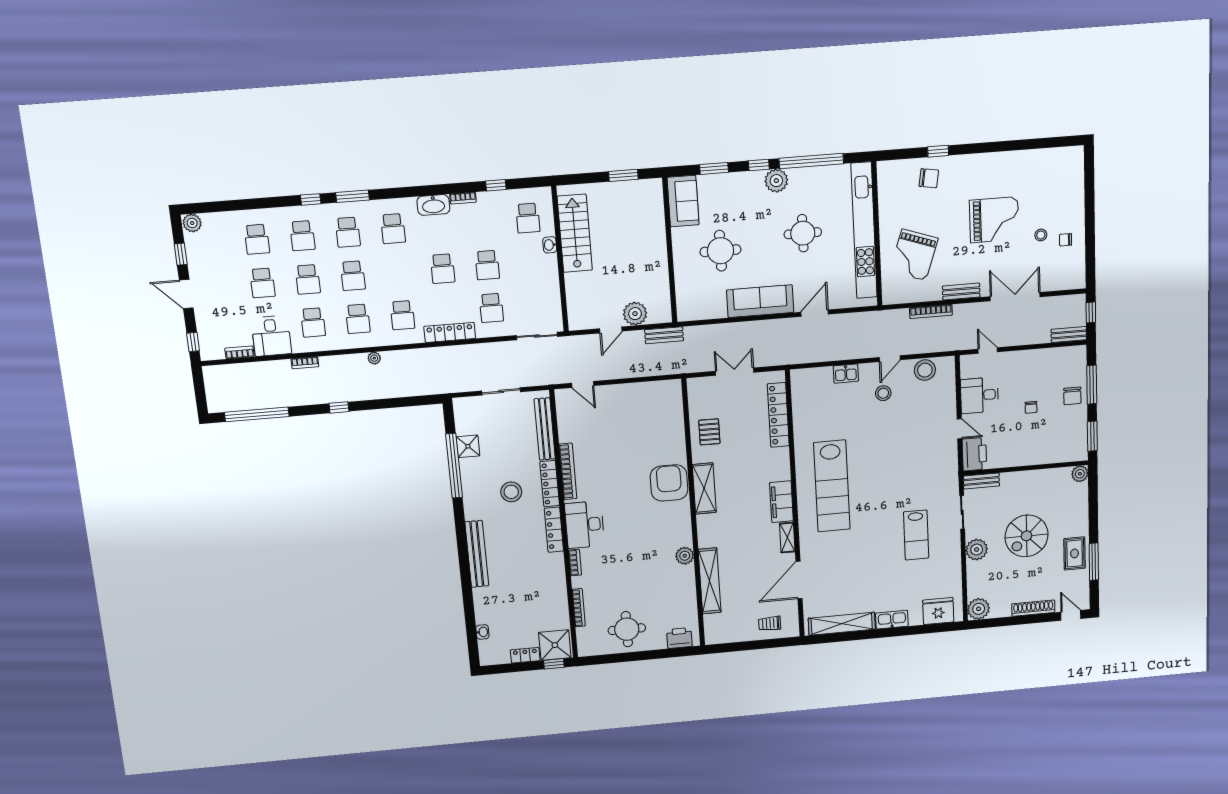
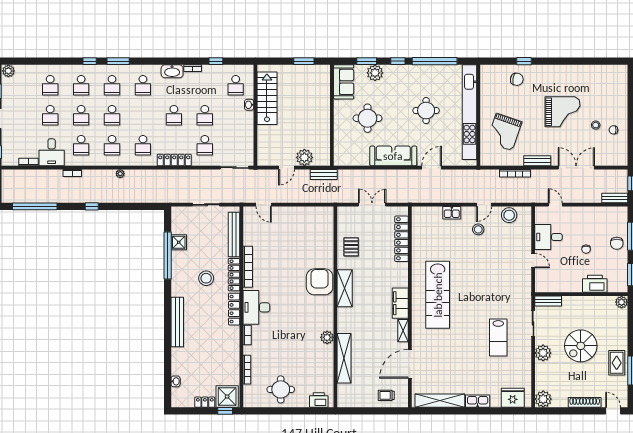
plant: (776, 181) -> (375, 73), moved
printer: (974, 454) -> (595, 284), moved, turned -90

